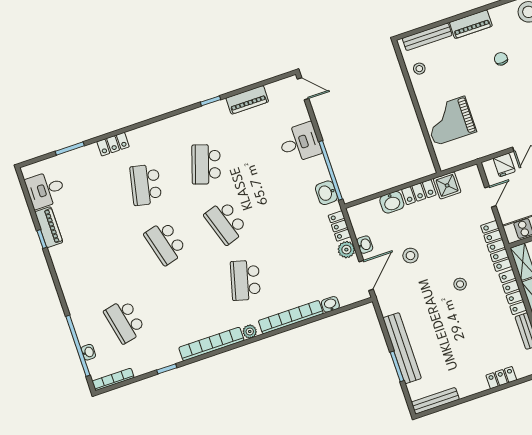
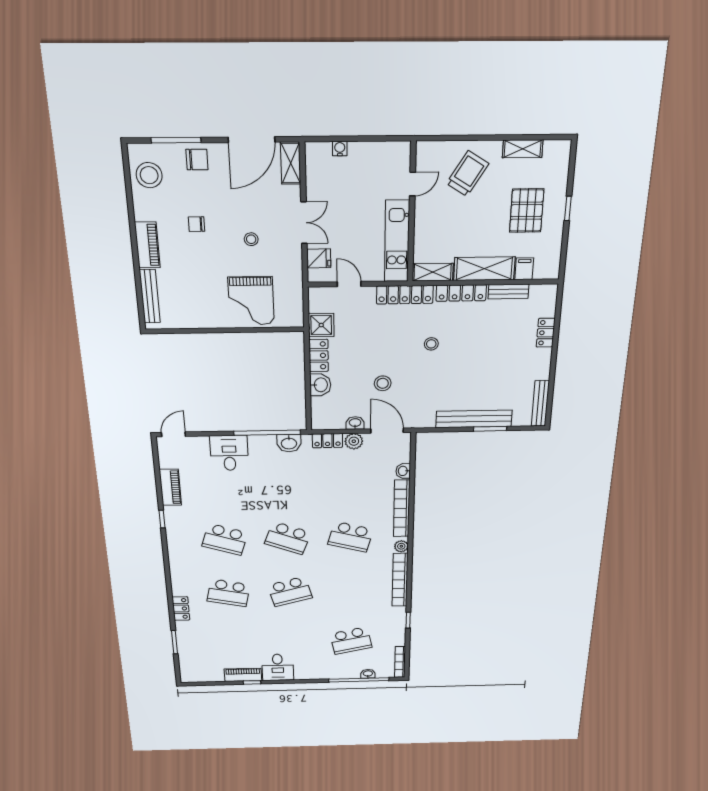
stool: (419, 69) -> (251, 239), moved
desk: (45, 190) -> (278, 667), moved
school desk: (226, 222) -> (288, 538), turned 39

